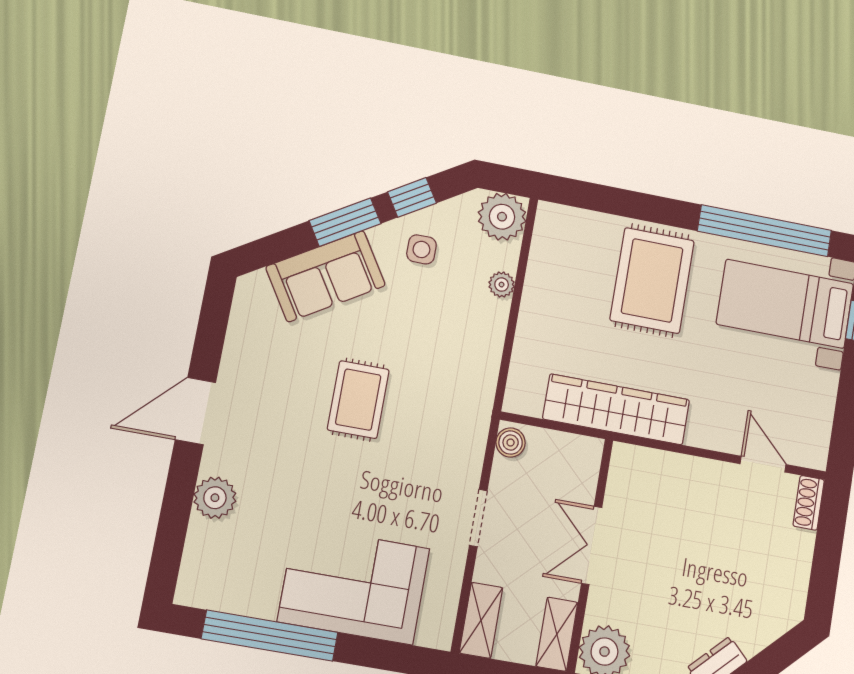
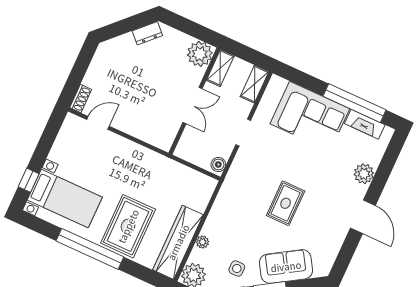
window: (765, 231) -> (90, 249), moved
wardrobe: (616, 409) -> (178, 242), moved, turned 90
door: (195, 411) -> (363, 217), hinge flipped
door: (763, 464) -> (98, 123), swing flipped
fireplace: (238, 598) -> (365, 124), added

